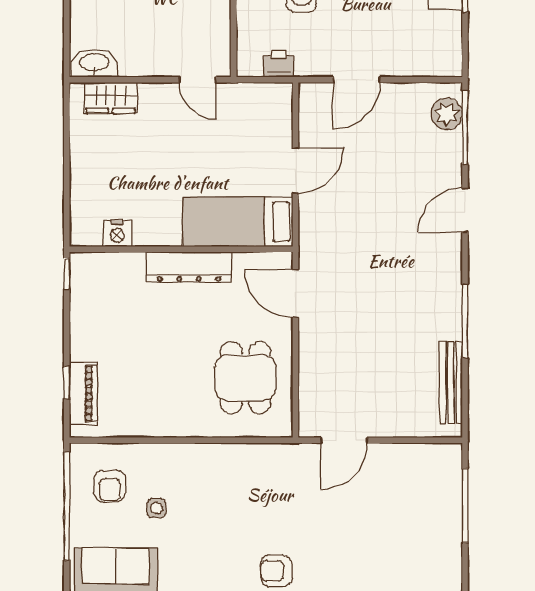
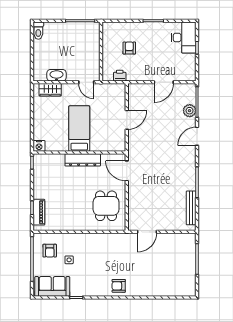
washbasin: (94, 63) -> (57, 75), moved
door: (357, 80) -> (164, 82), moved
plant: (447, 114) -> (190, 111), moved
bed: (238, 222) -> (79, 129), moved, turned 90
nightstand: (117, 233) -> (39, 146), moved

